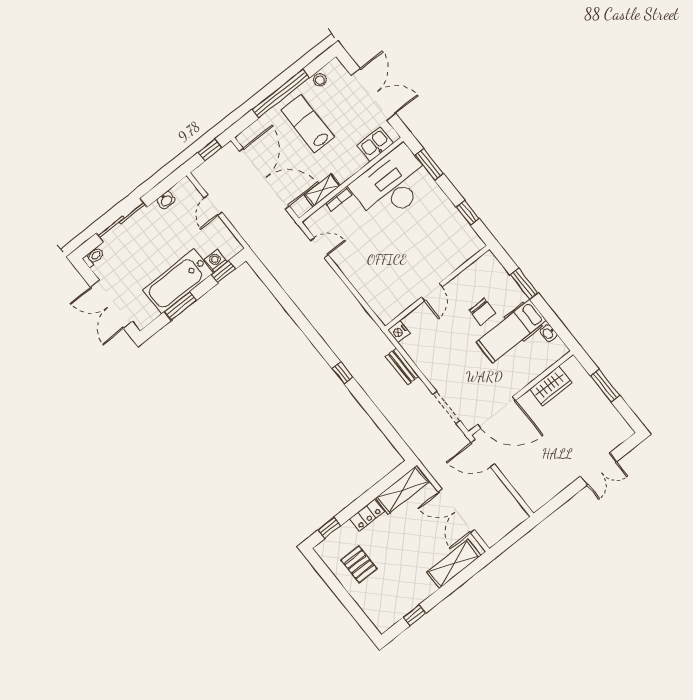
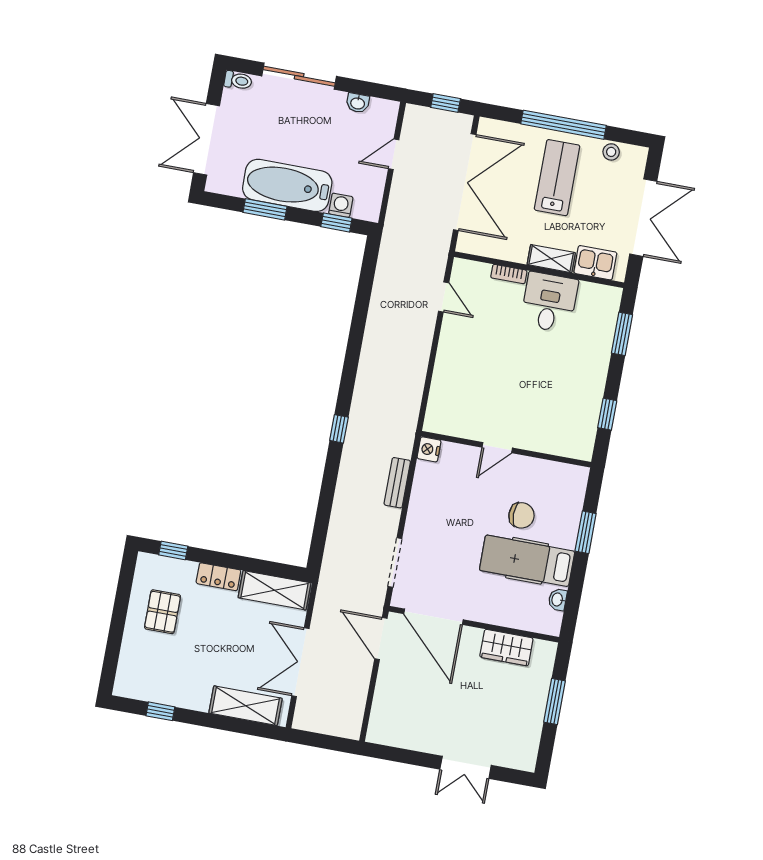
desk: (392, 184) -> (549, 302), width x0.53, depth x0.77
shelving: (322, 190) -> (551, 259), moved
chair: (483, 312) -> (521, 515), turned -90

